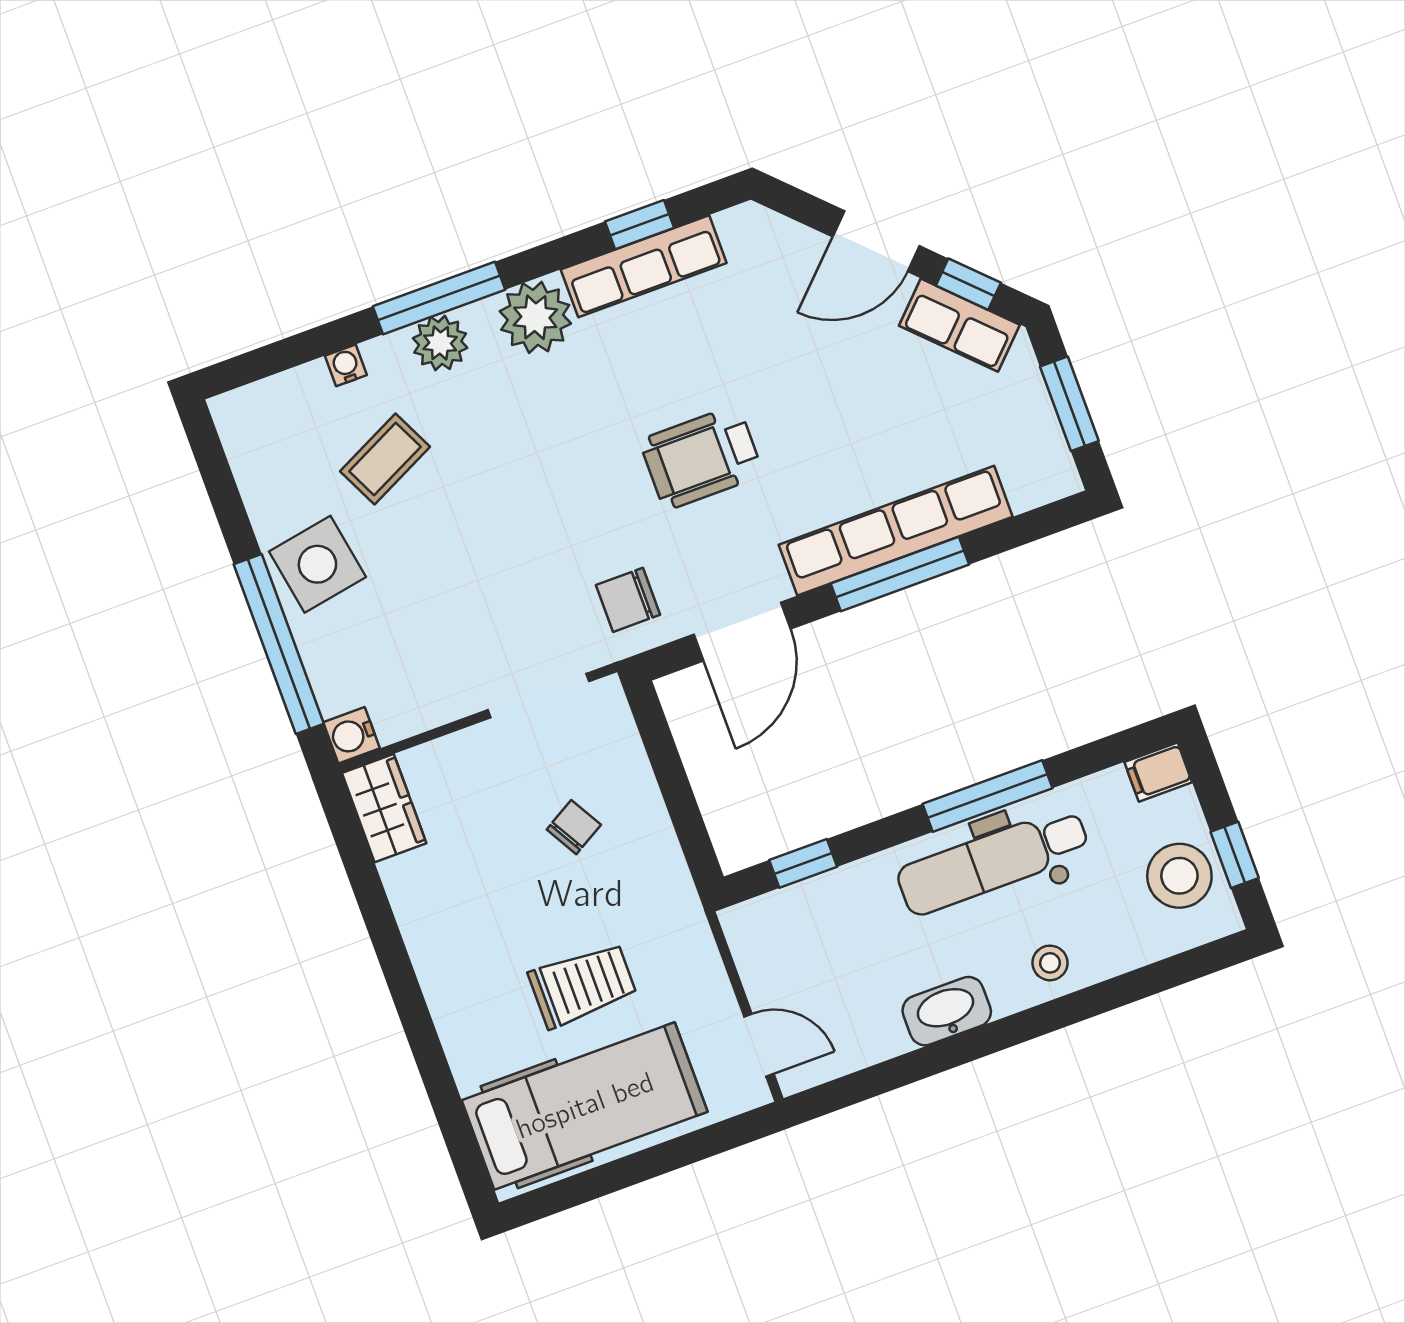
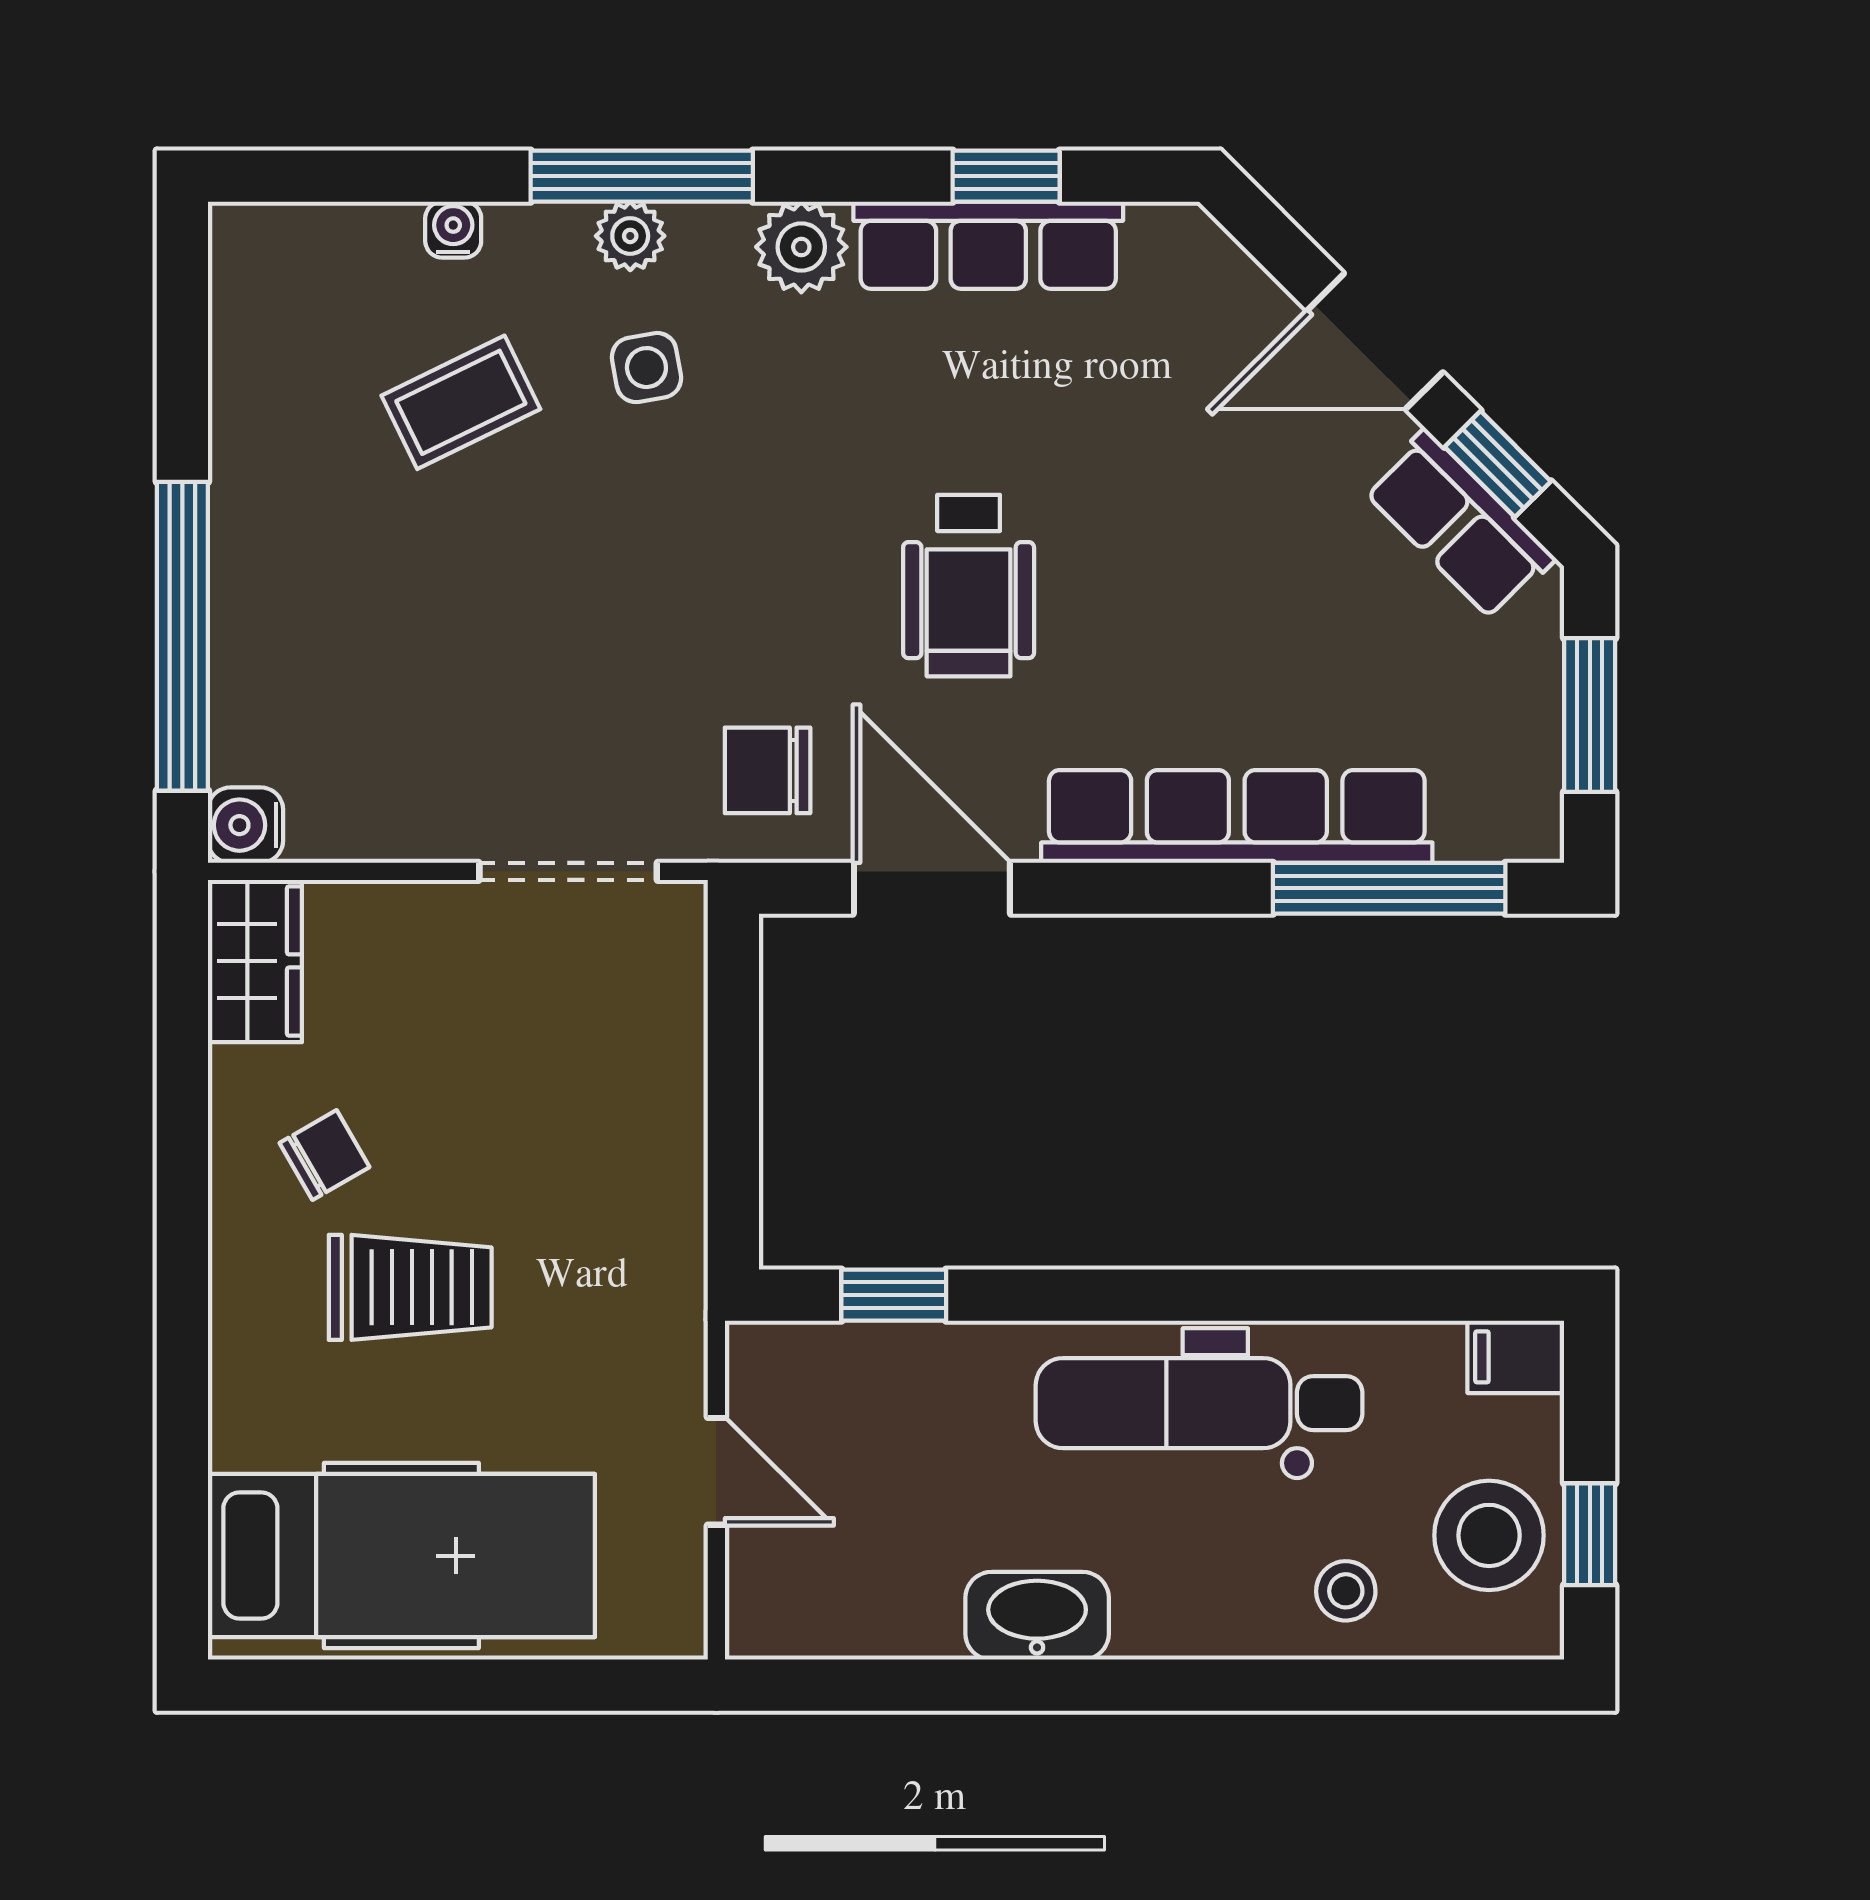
plant: (535, 317) -> (801, 247), width x0.73, depth x0.73
plant: (440, 343) -> (630, 236), width x0.73, depth x0.73
wheelchair: (701, 458) -> (969, 586), turned -90
side table: (317, 564) -> (646, 368), moved, width x0.54, depth x0.54
window: (900, 574) -> (1389, 888), moved
door: (742, 632) -> (932, 888), swing flipped
window: (988, 796) -> (1229, 1295), removed
chair: (574, 827) -> (324, 1155), moved
stool: (1050, 963) -> (1346, 1591), moved
trolley: (583, 985) -> (410, 1287), moved
door: (759, 1045) -> (716, 1471), moved

